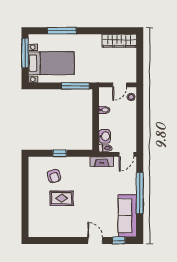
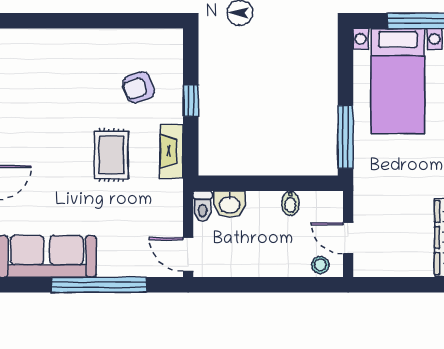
fireplace: (102, 162) -> (172, 151), moved
rug: (62, 198) -> (111, 155), moved

